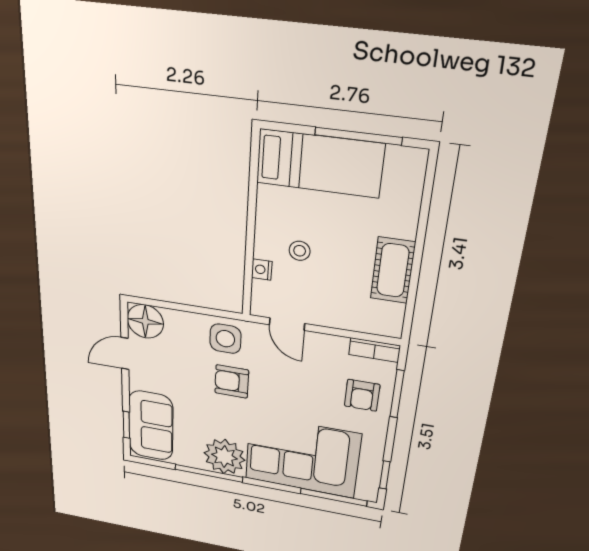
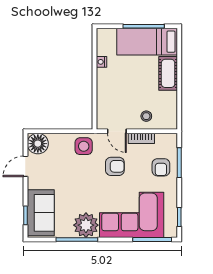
bed: (319, 163) -> (147, 42), moved, turned 180
stool: (300, 251) -> (146, 116), moved
nightstand: (262, 270) -> (101, 62), moved
cot: (393, 270) -> (168, 73), moved
bookcase: (374, 350) -> (141, 138), moved
armchair: (232, 381) -> (115, 166), moved, turned 180

